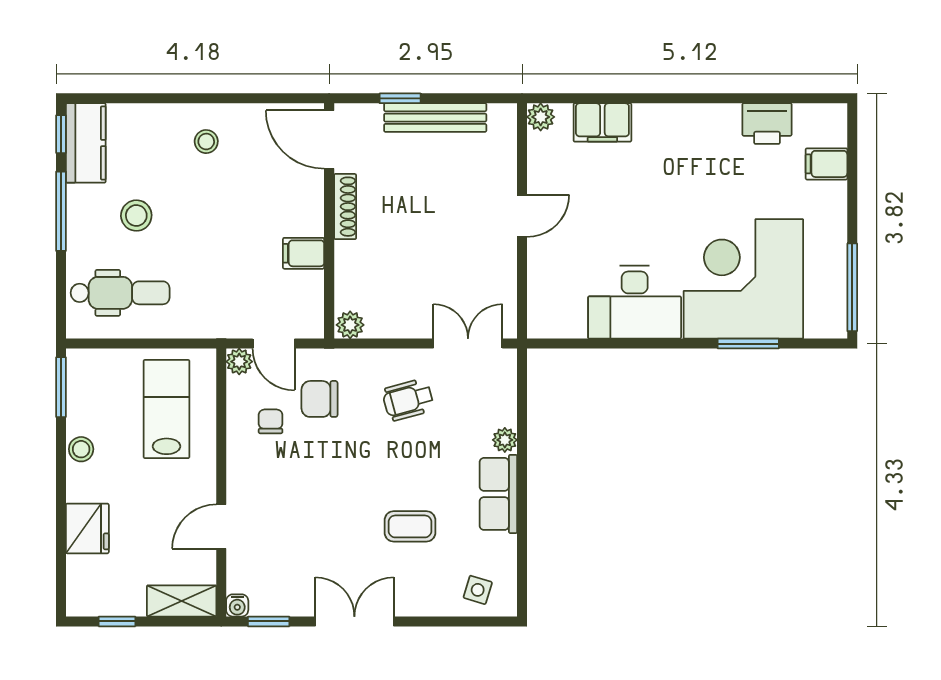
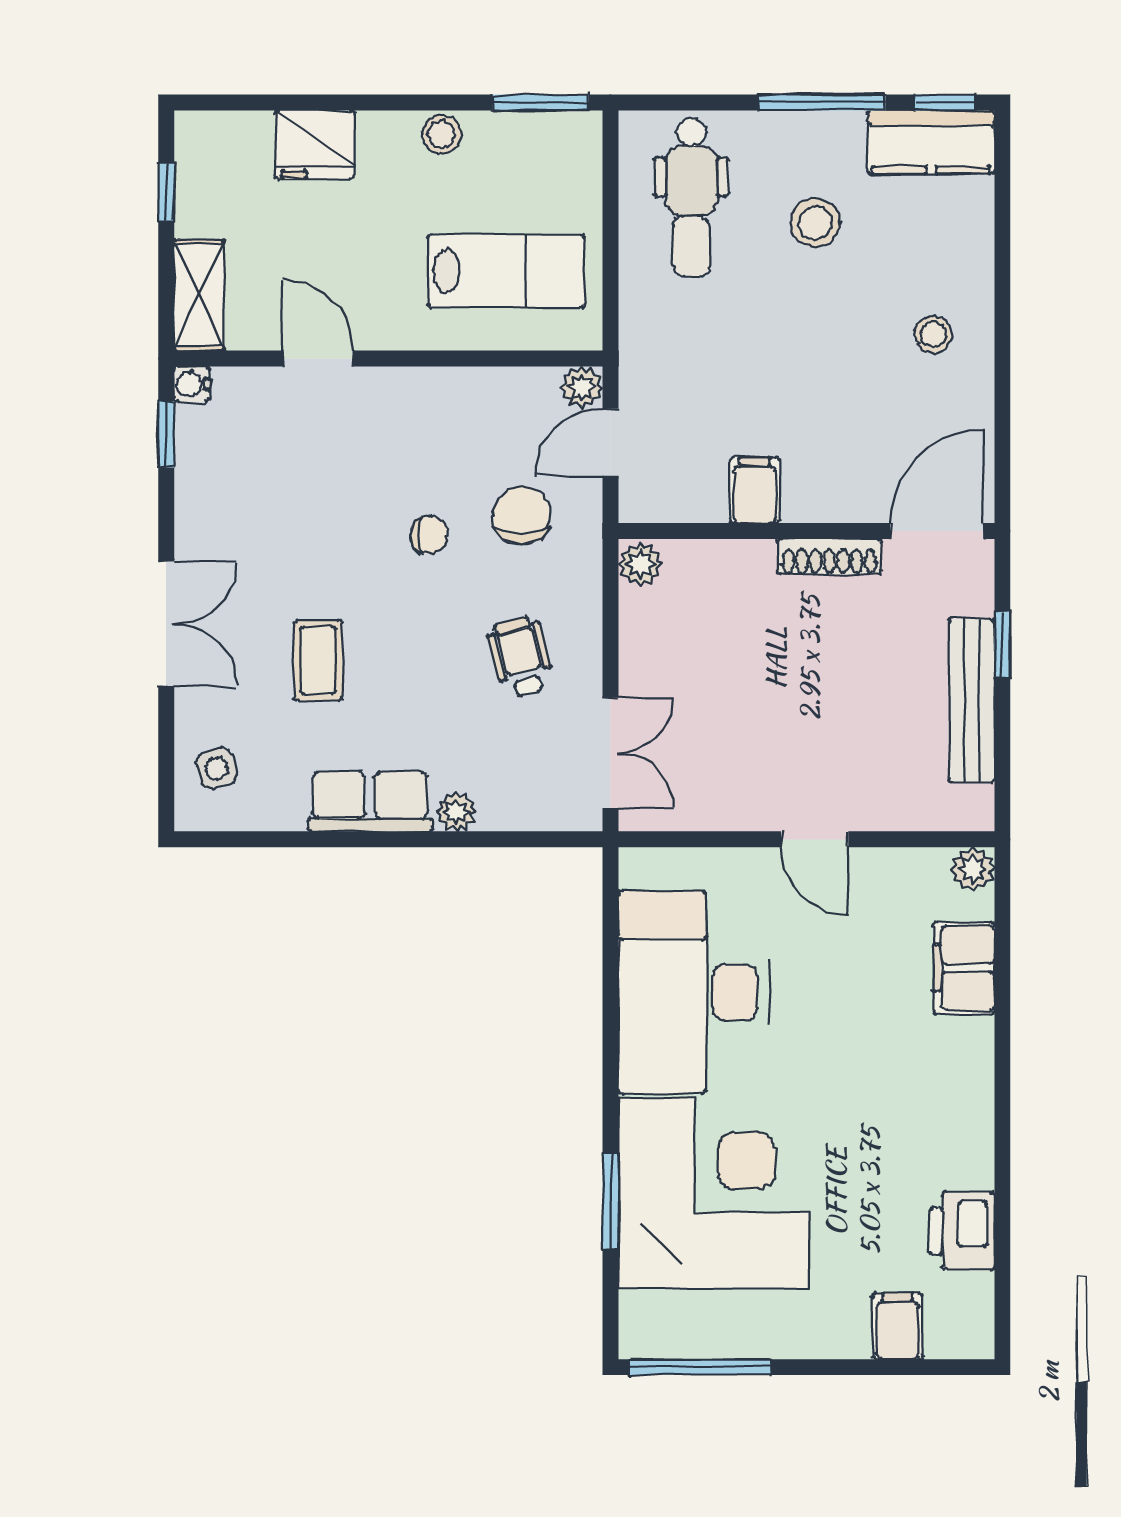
desk: (635, 302) -> (694, 992), width x1.36, depth x1.30
chair: (271, 421) -> (429, 535), moved
side table: (478, 590) -> (217, 768), turned -33
double door: (354, 621) -> (166, 624), moved

